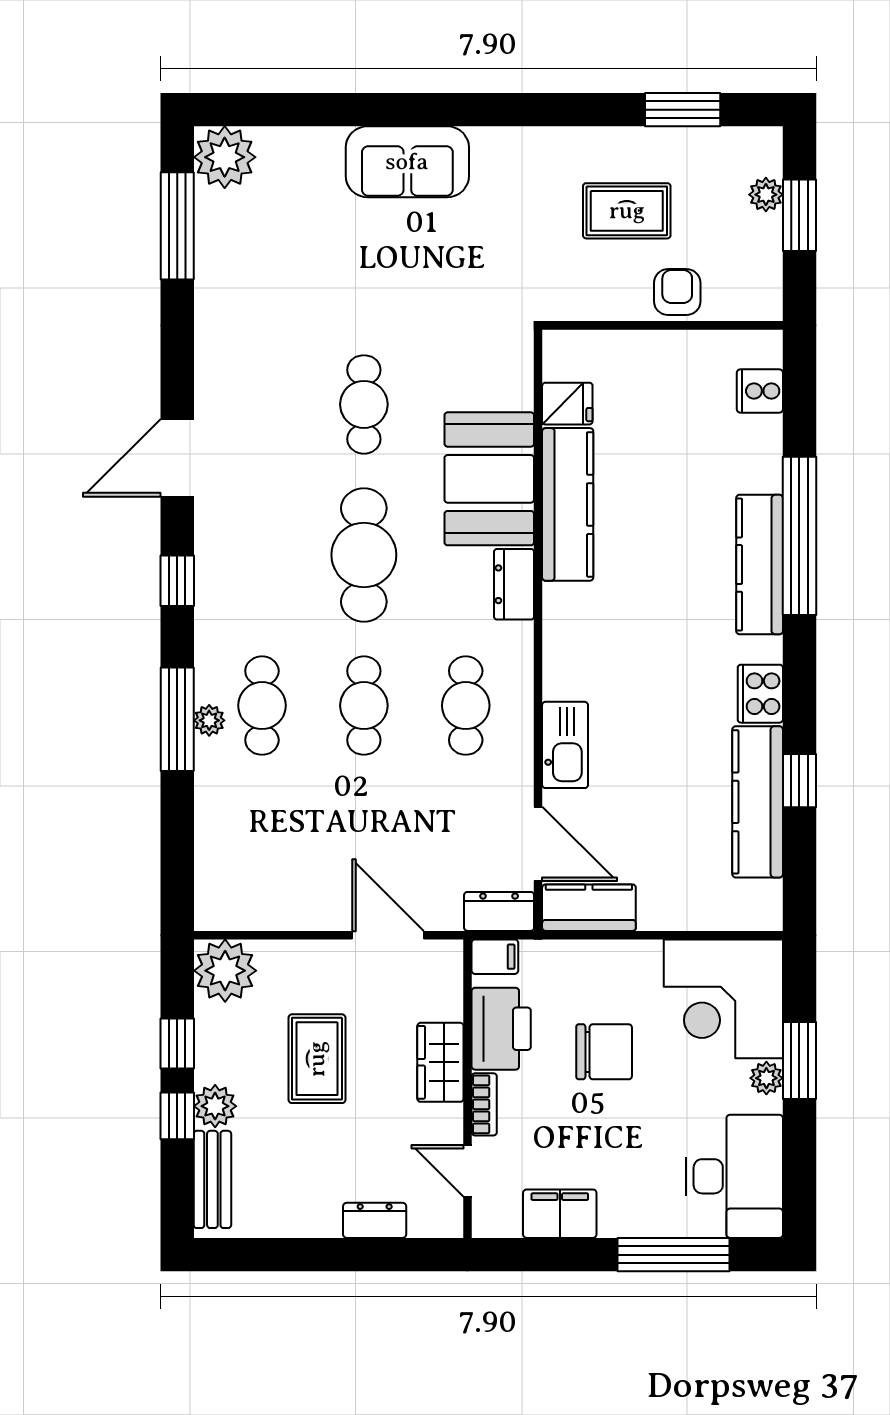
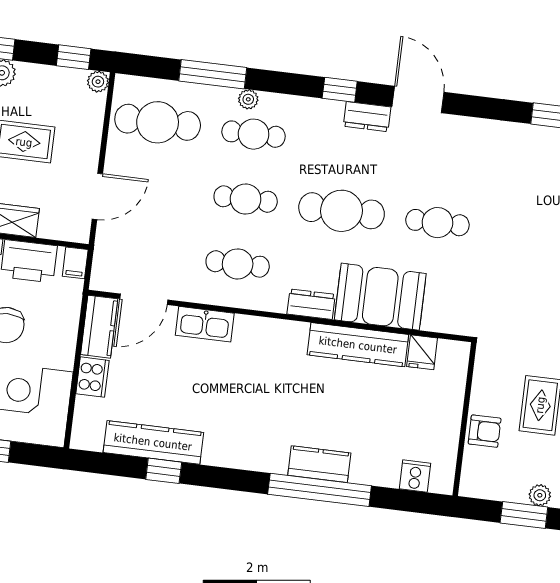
kitchen counter: (760, 565) -> (319, 464), width x0.67
cooker: (760, 694) -> (92, 377), moved, turned 90
window: (177, 719) -> (213, 74), moved
cafe table: (262, 856) -> (158, 122), added
dresser: (499, 911) -> (367, 117), moved, turned 90
plant: (225, 971) -> (98, 82), width x0.53, depth x0.53
window: (177, 1043) -> (74, 57), moved

